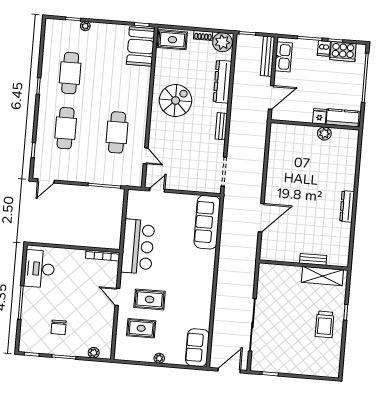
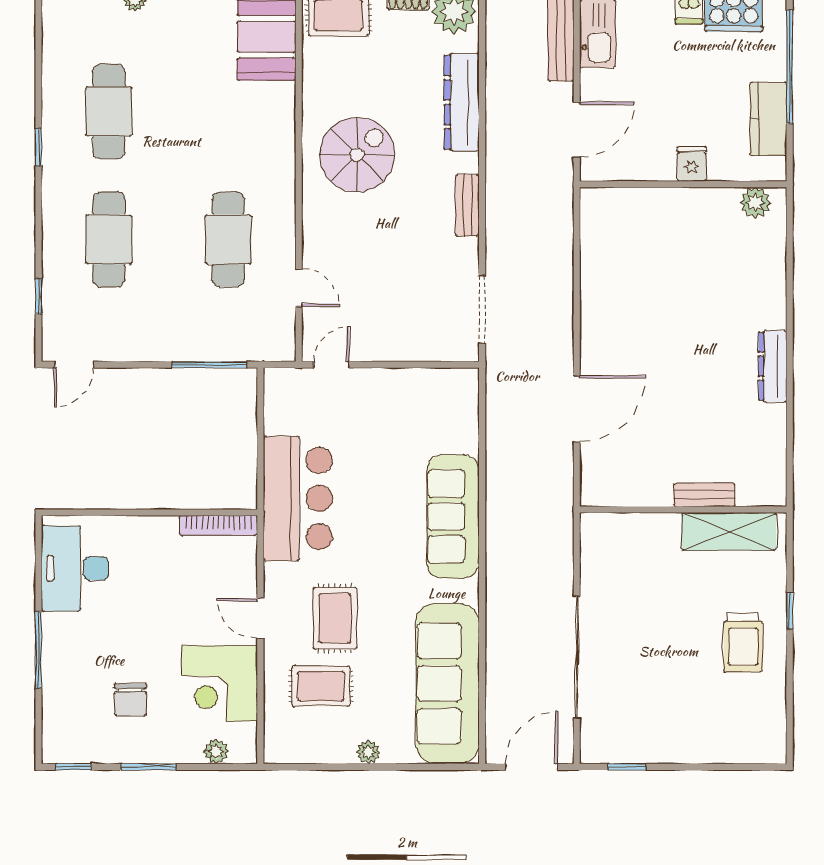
kitchen counter: (343, 118) -> (768, 119), moved, turned -90
plant: (324, 134) -> (755, 203), moved
sofa: (207, 222) -> (453, 516), moved
rug: (150, 299) -> (335, 618), turned 90
corner desk: (98, 323) -> (220, 683), added
sofa: (197, 348) -> (447, 683), width x1.85, depth x1.27

